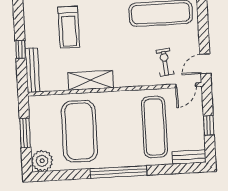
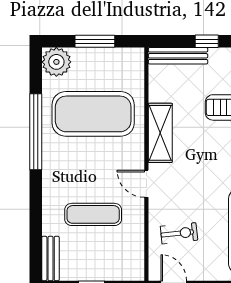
door: (186, 85) -> (146, 184), moved
exercise mat: (154, 127) -> (93, 214), width x0.73, depth x0.69
window: (119, 172) -> (36, 132), moved

